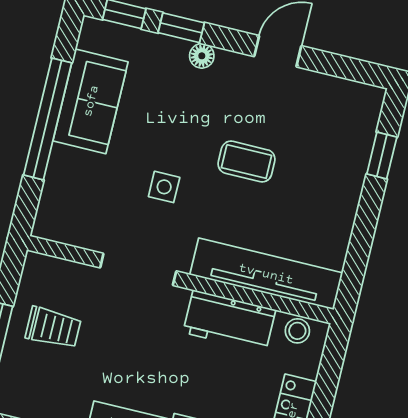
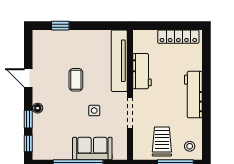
sofa: (91, 101) -> (92, 149), moved
trolley: (53, 328) -> (162, 142), width x1.36, depth x1.39
stool: (297, 331) -> (190, 146), moved

